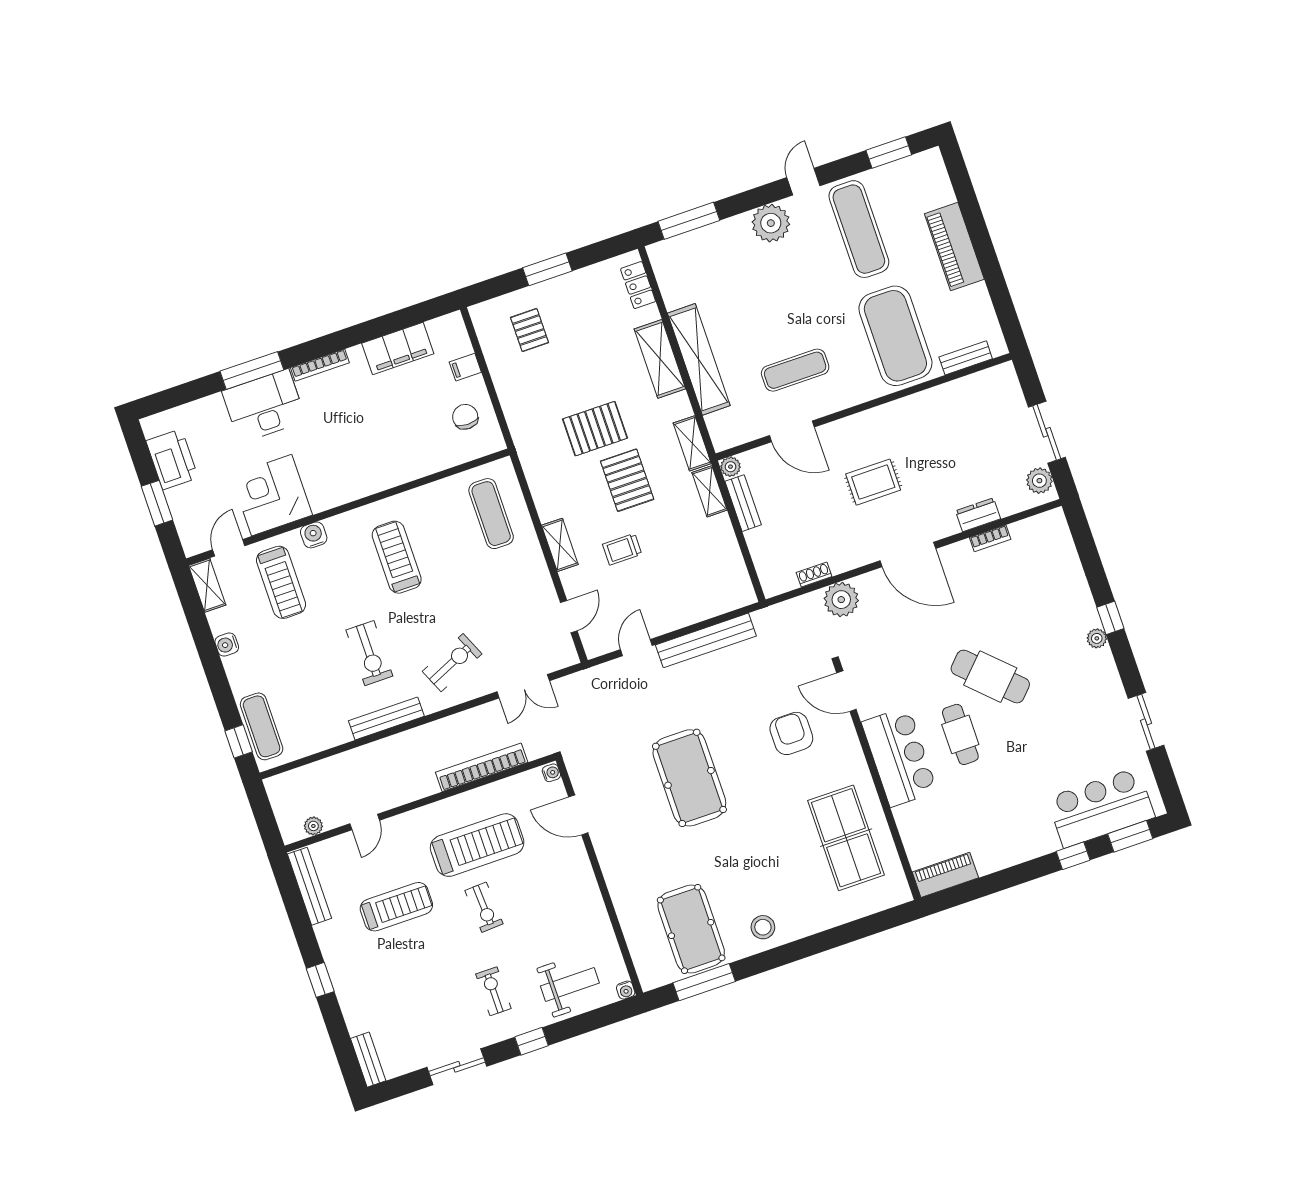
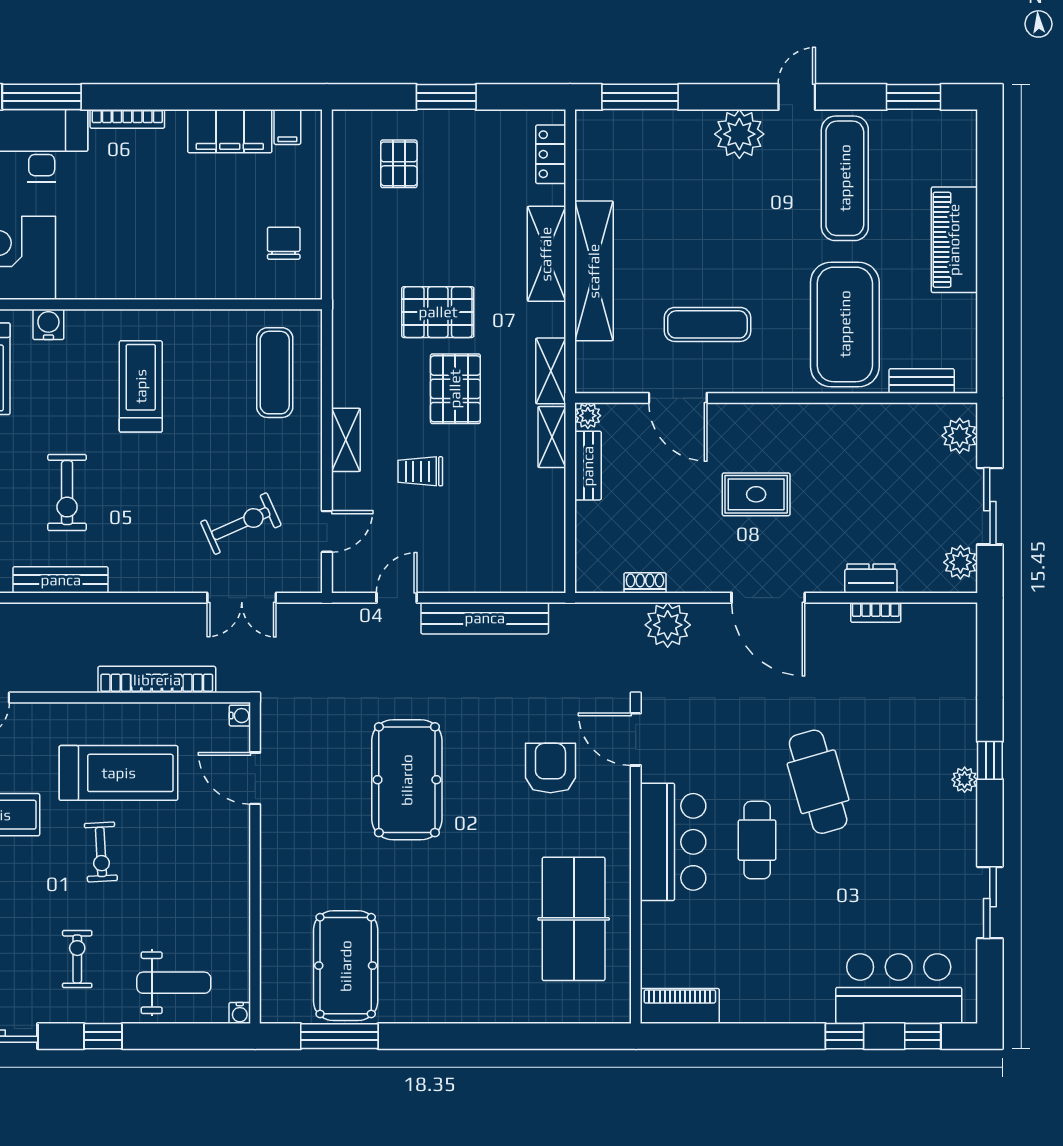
filing cabinet: (465, 367) -> (287, 127), moved, turned -90
plant: (1007, 388) -> (960, 436), added
exercise bike: (452, 663) -> (241, 524), moved
cafe table: (990, 677) -> (818, 782), turned 30
window: (1130, 836) -> (923, 1036), width x0.67
stool: (763, 927) -> (434, 994), removed

